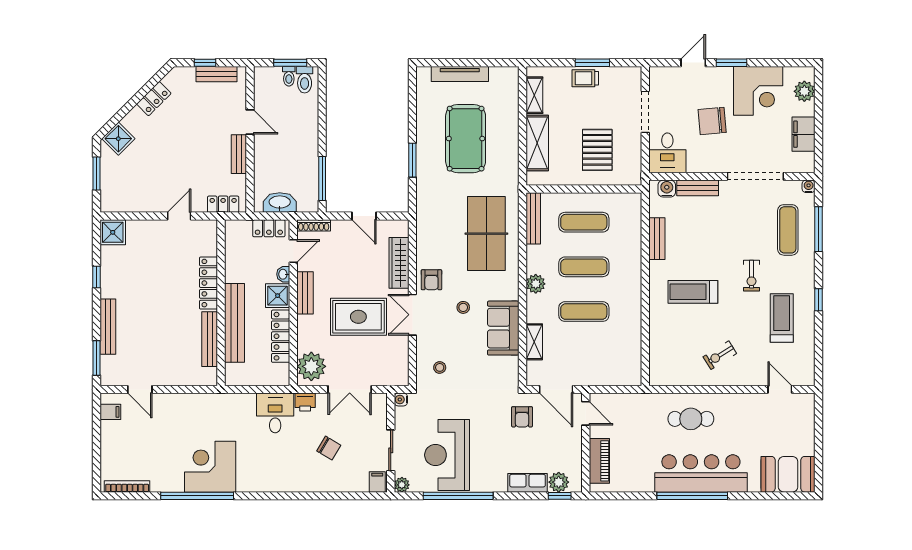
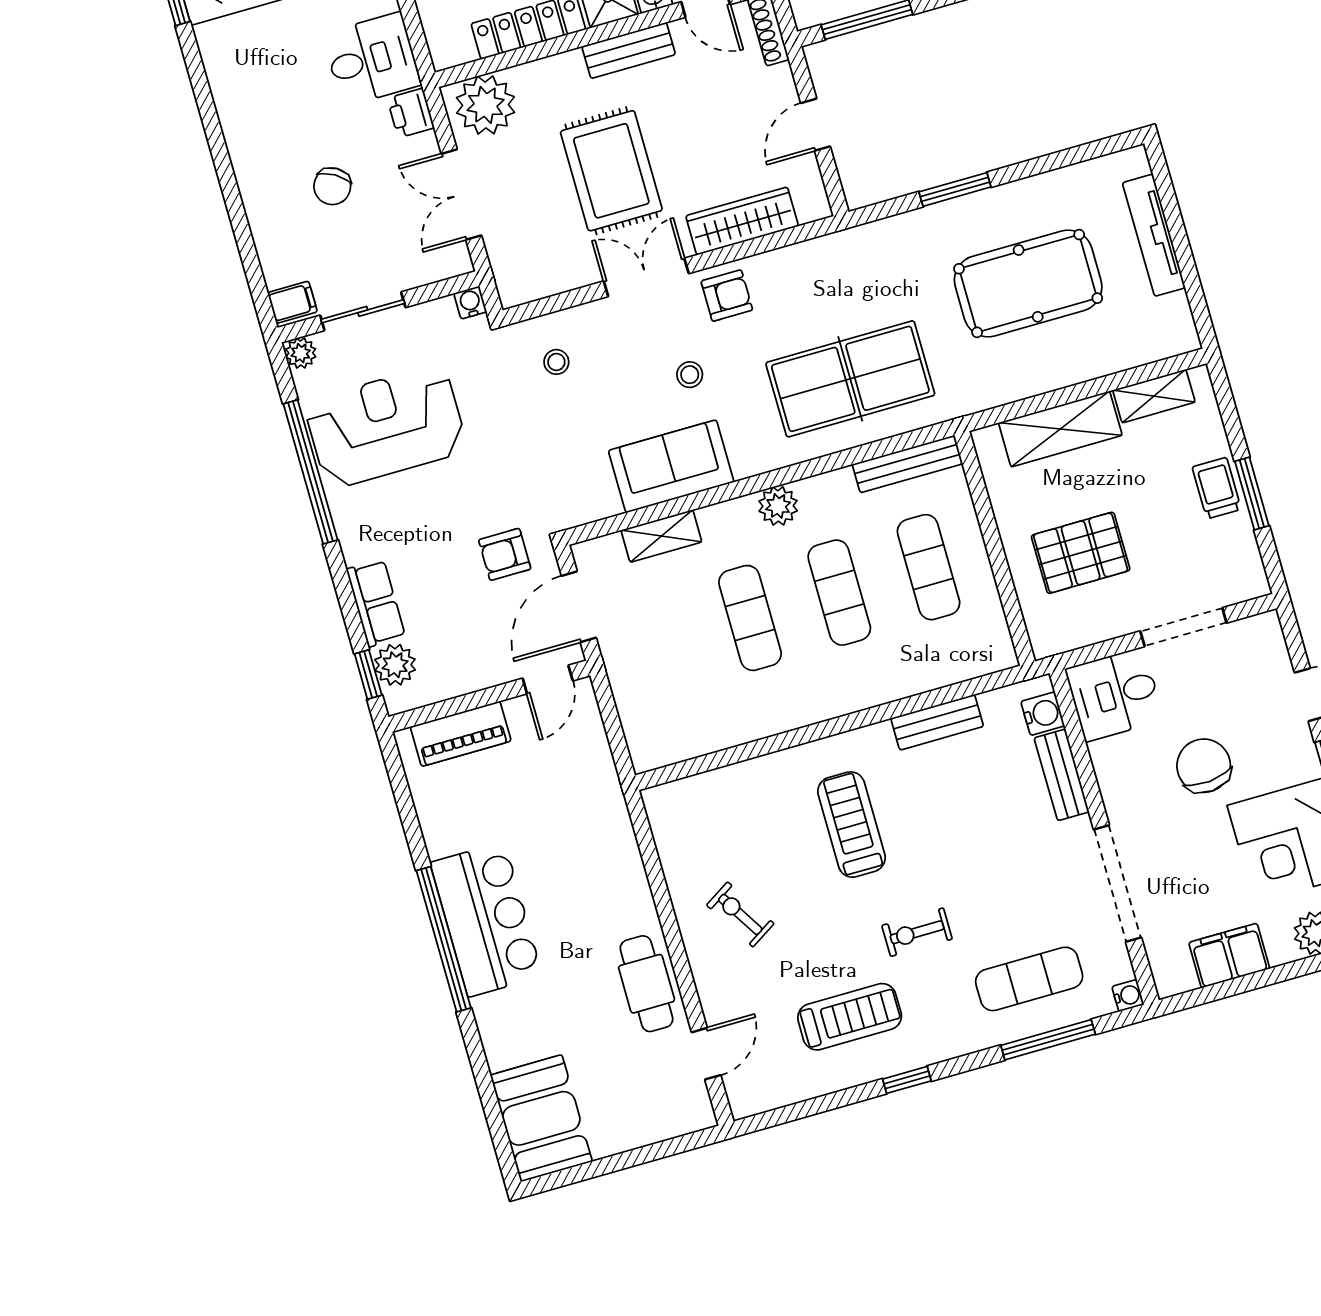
armchair: (431, 280) -> (727, 296), turned 180
cafe table: (691, 419) -> (647, 984), moved
bar counter: (701, 473) -> (486, 919), width x0.73

